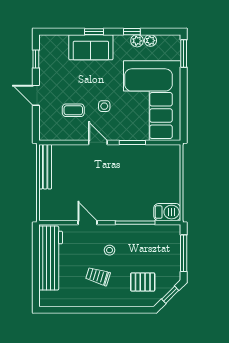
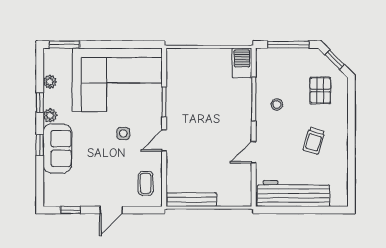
plant: (137, 41) -> (50, 116), moved
coffee table: (73, 110) -> (146, 183), moved
stool: (109, 250) -> (277, 104), moved

